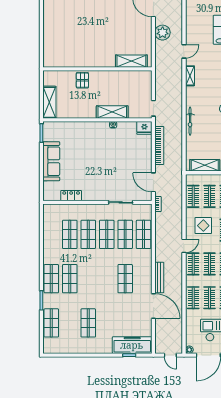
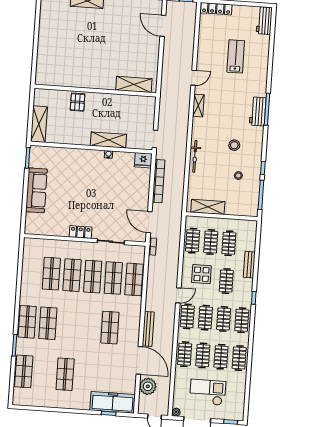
plant: (163, 33) -> (148, 386), moved
locker: (71, 196) -> (81, 232), moved

